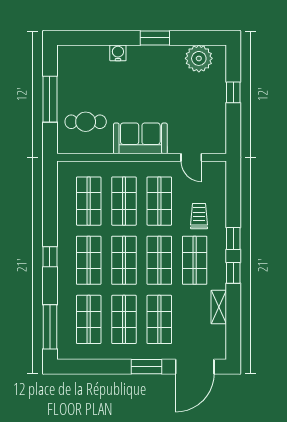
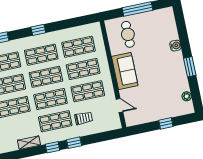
plant: (199, 58) -> (187, 96), width x0.53, depth x0.53
door: (191, 157) -> (120, 106), swing flipped

